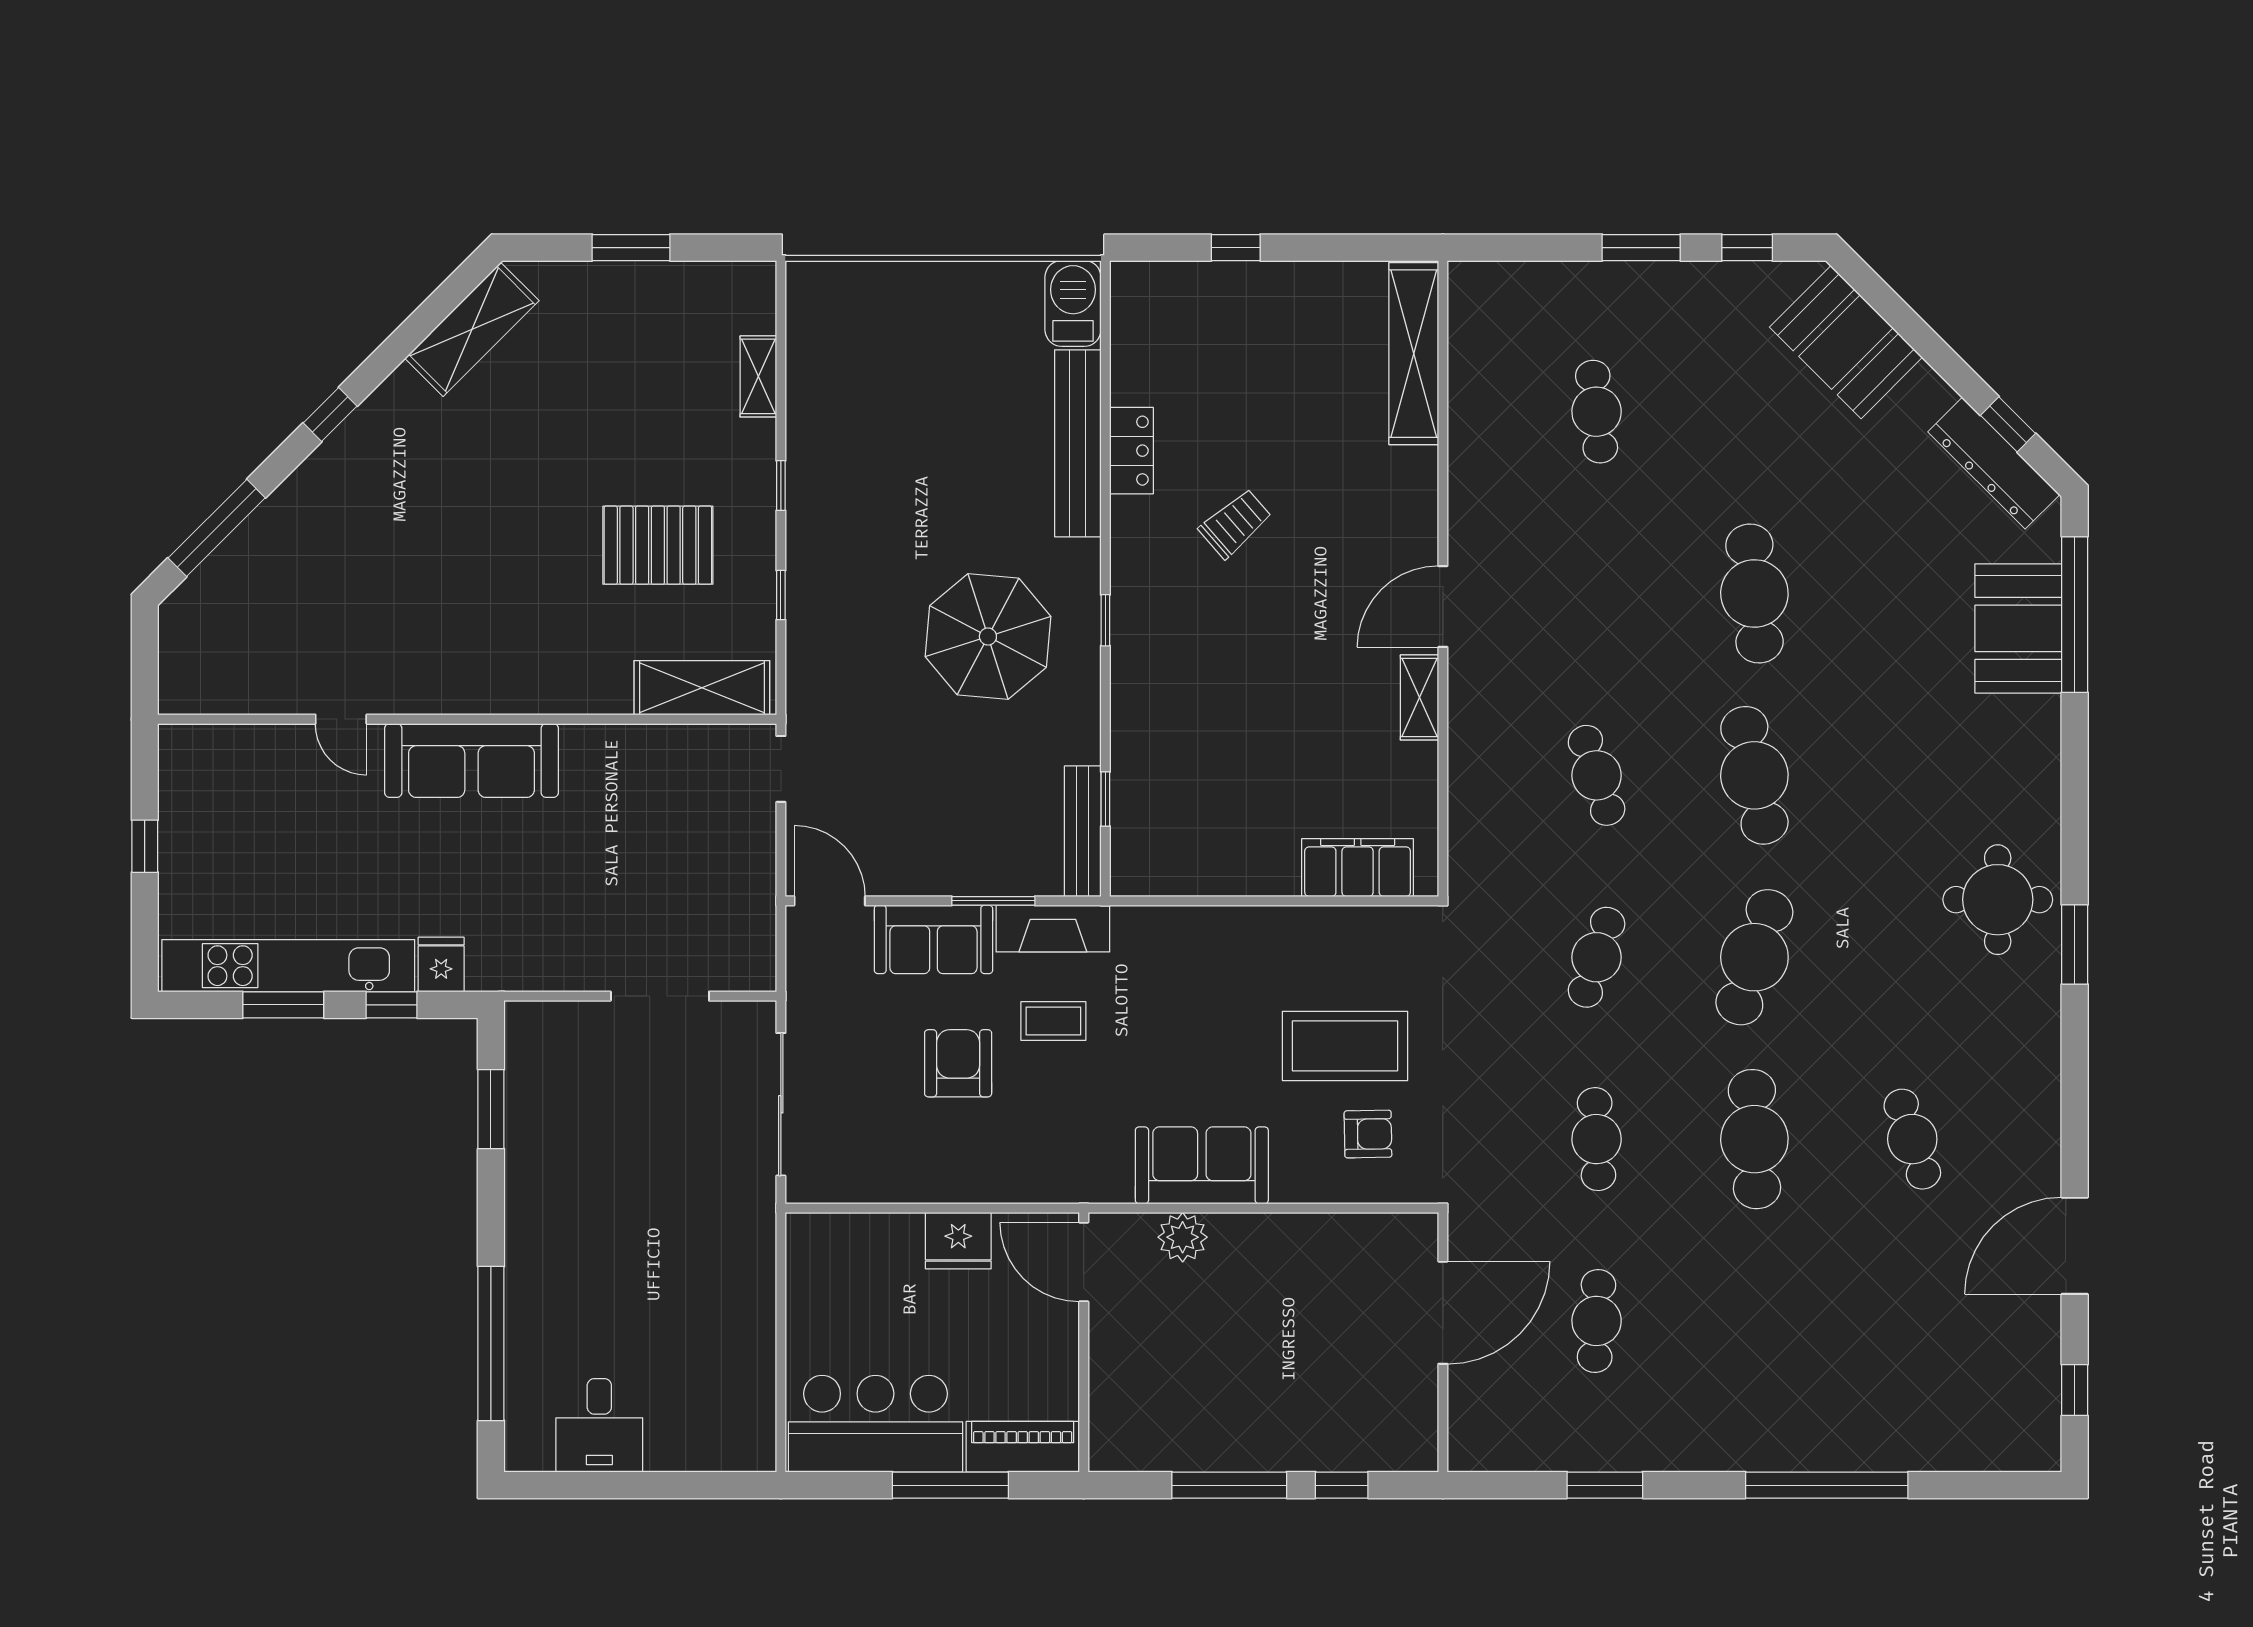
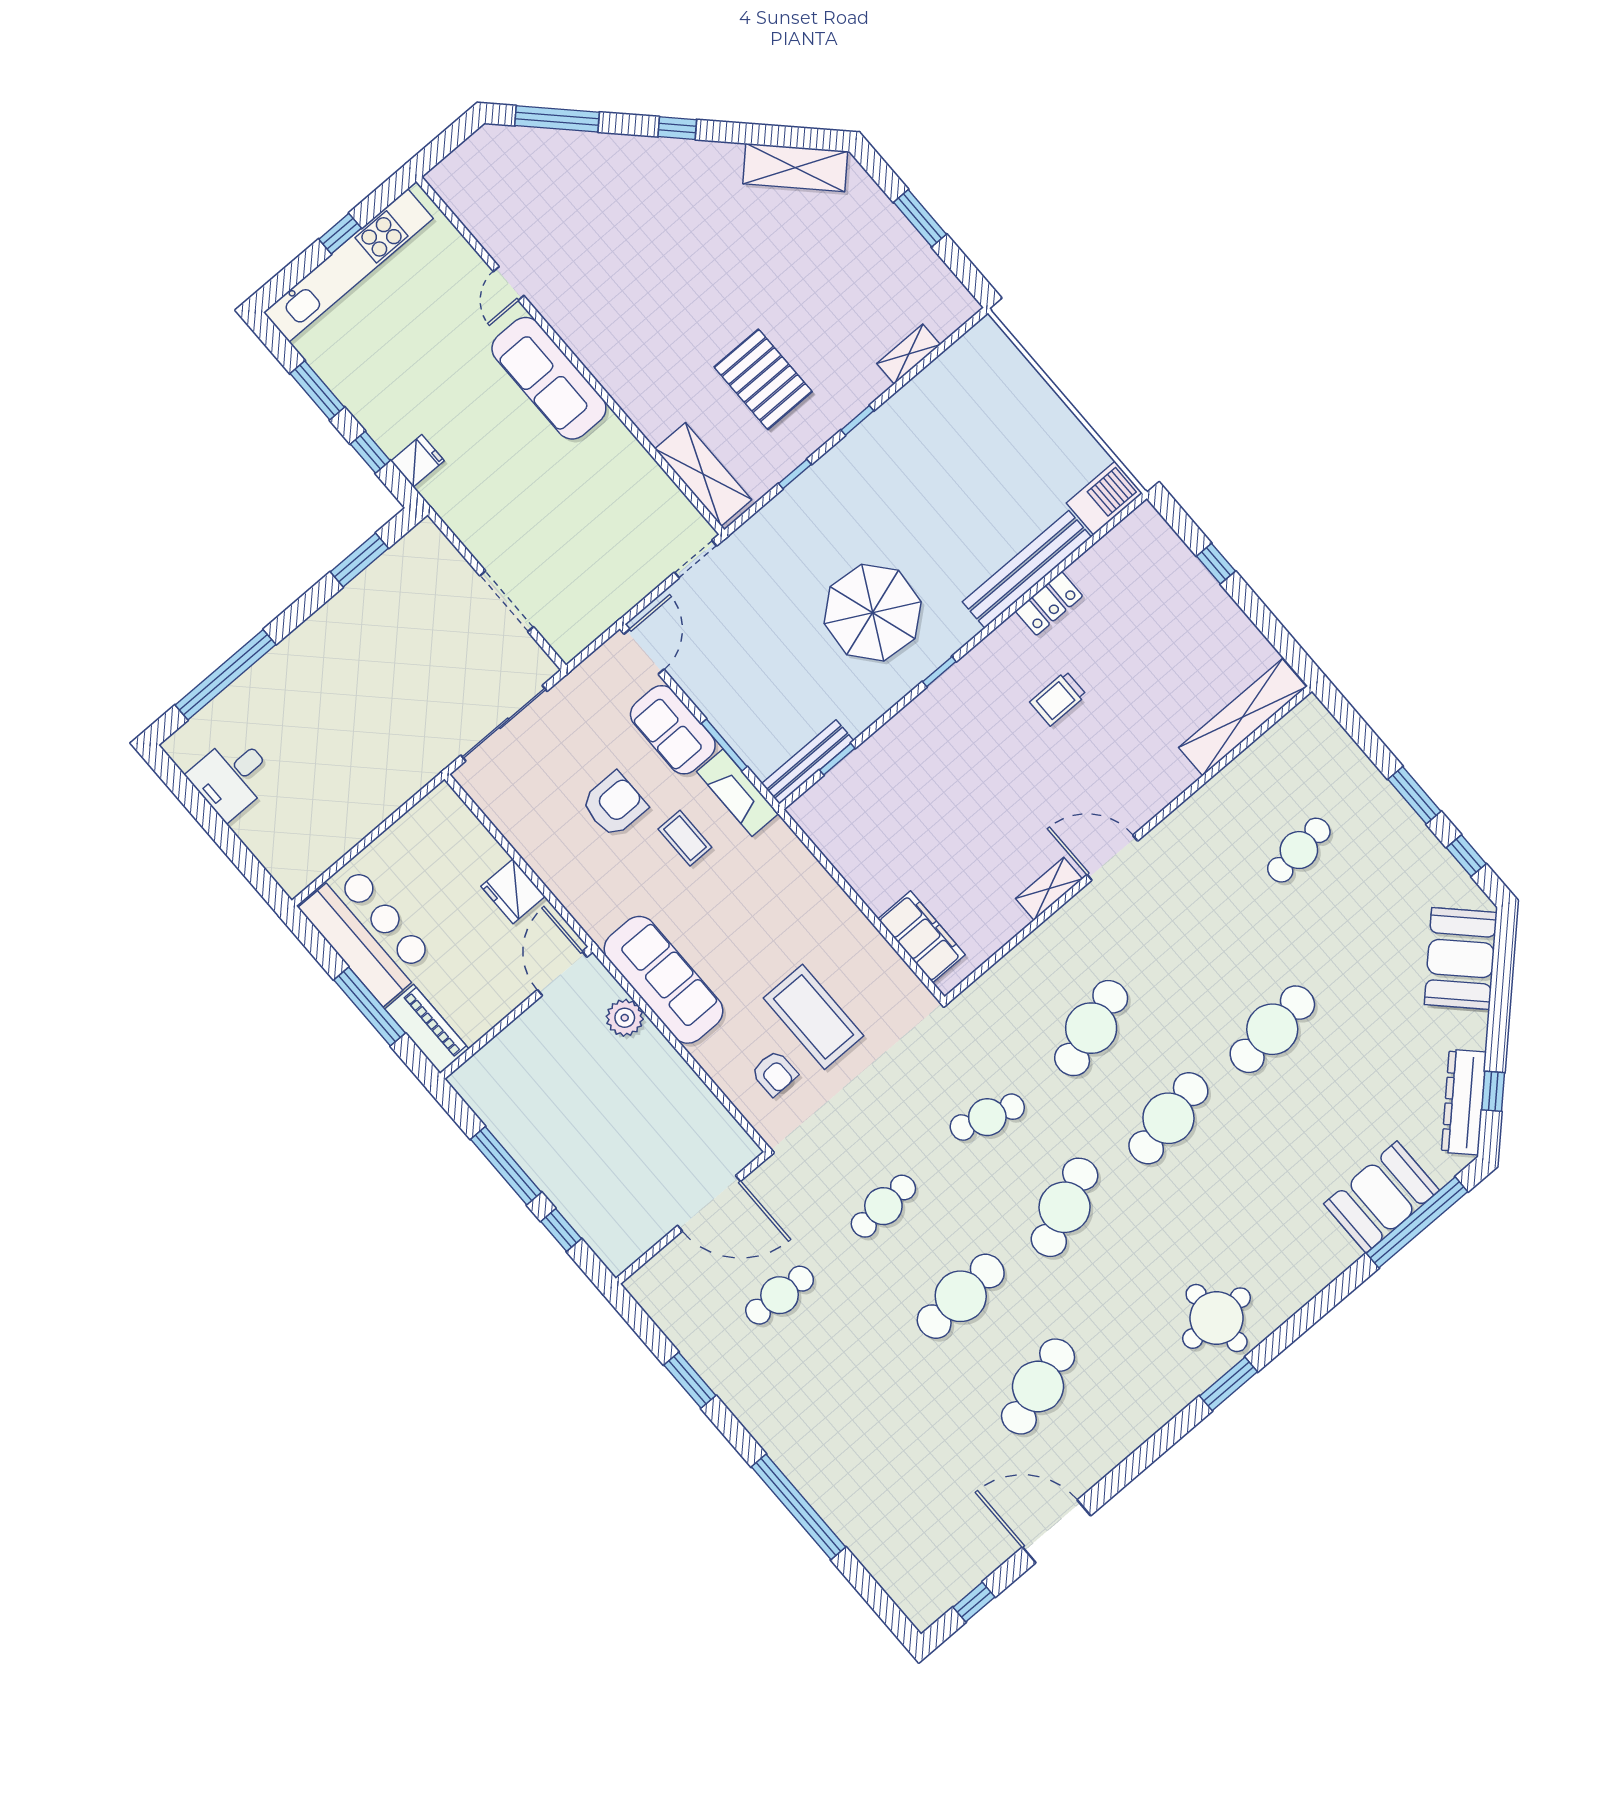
trolley: (1235, 524) -> (1058, 698), turned 131
cafe table: (1597, 775) -> (1091, 1028), width x1.37, depth x1.35
cafe table: (1754, 957) -> (1065, 1207), turned -42
kitchen unit: (288, 966) -> (348, 265), moved, turned 90
cafe table: (1912, 1139) -> (1038, 1386), width x1.37, depth x1.35
sofa: (1202, 1165) -> (663, 980), width x1.36

